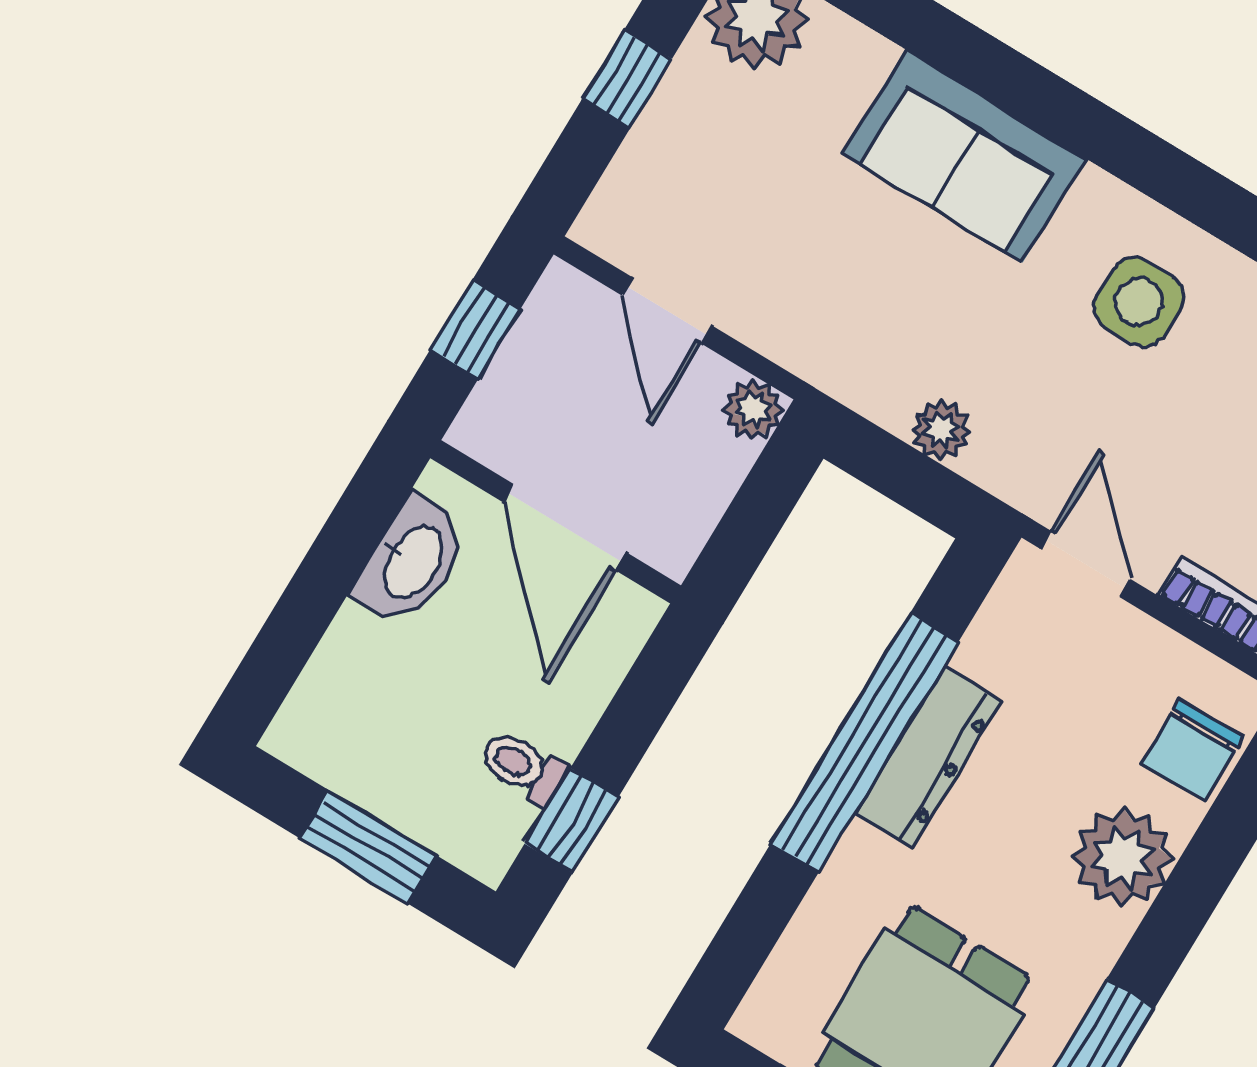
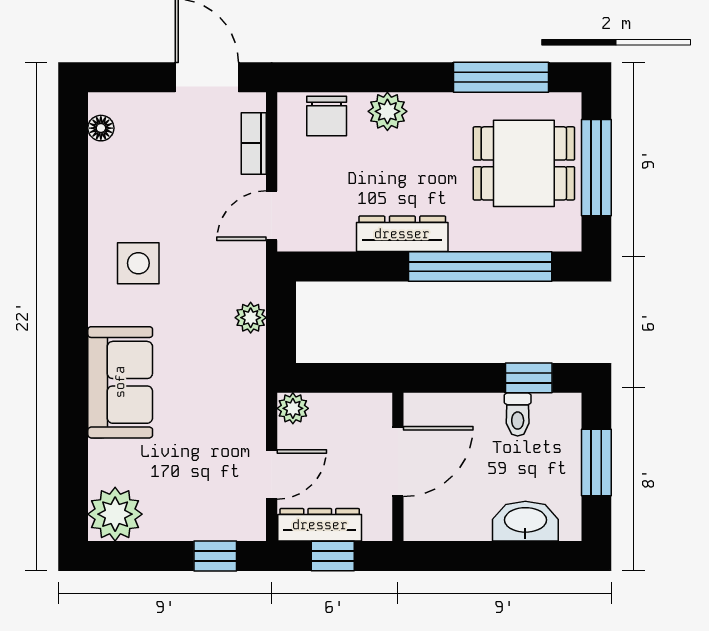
window: (627, 79) -> (215, 556), moved
dresser: (538, 339) -> (320, 525), added
washbasin: (412, 561) -> (525, 521), moved
window: (865, 742) -> (480, 267), moved
chair: (1193, 750) -> (327, 116), turned 90
plant: (1122, 858) -> (387, 111), width x0.73, depth x0.73

